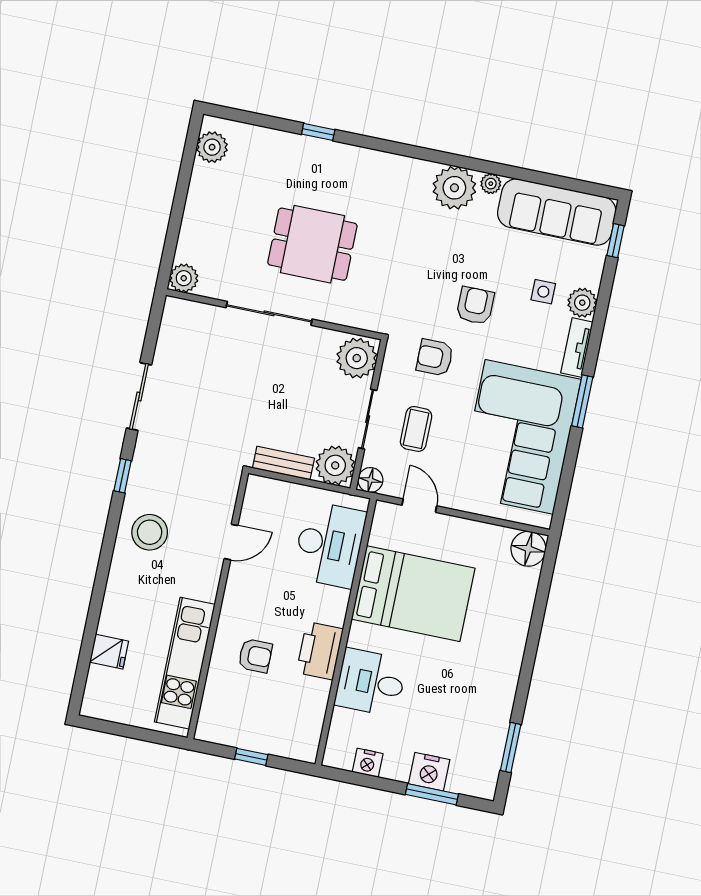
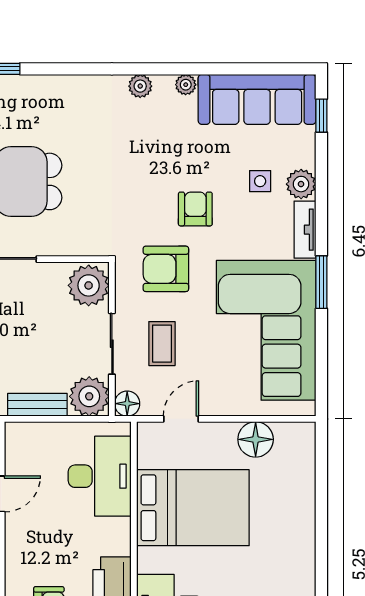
plant: (454, 188) -> (140, 86), width x0.53, depth x0.53
armchair: (435, 358) -> (166, 269), width x1.38, depth x1.38
door: (419, 506) -> (181, 419), hinge flipped
floor lamp: (528, 549) -> (256, 439), moved

